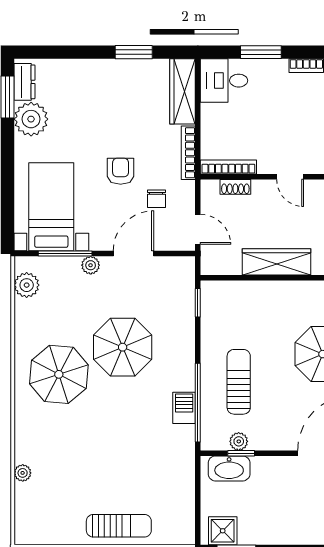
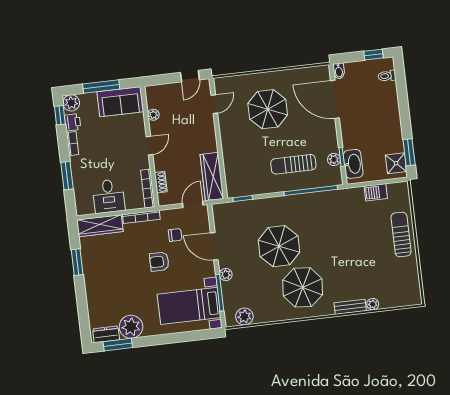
desk: (224, 81) -> (109, 196), moved
wardrobe: (277, 262) -> (212, 177), moved
barbecue: (184, 408) -> (376, 192), moved
bench: (23, 440) -> (350, 307), added

